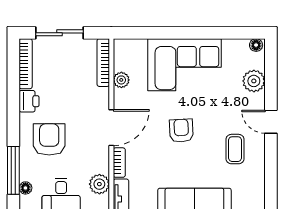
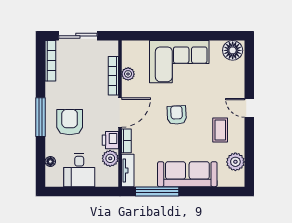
floor lamp: (256, 45) -> (233, 50), width x1.89, depth x1.89
bookcase: (103, 63) -> (113, 76), moved
plant: (254, 81) -> (235, 162), moved
printer: (29, 101) -> (110, 140), moved, turned 180
window: (13, 170) -> (41, 117), moved

